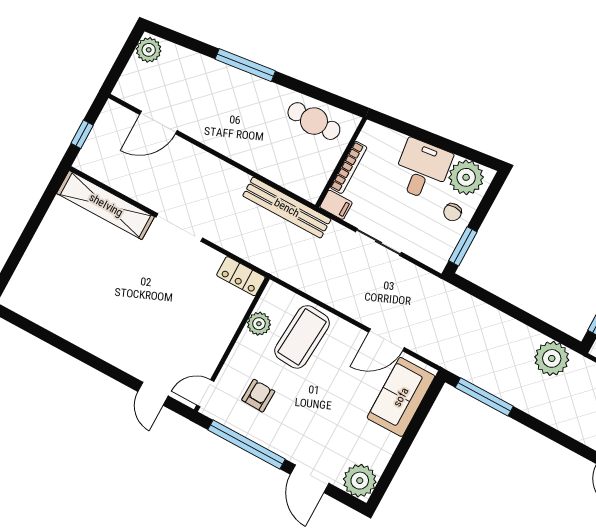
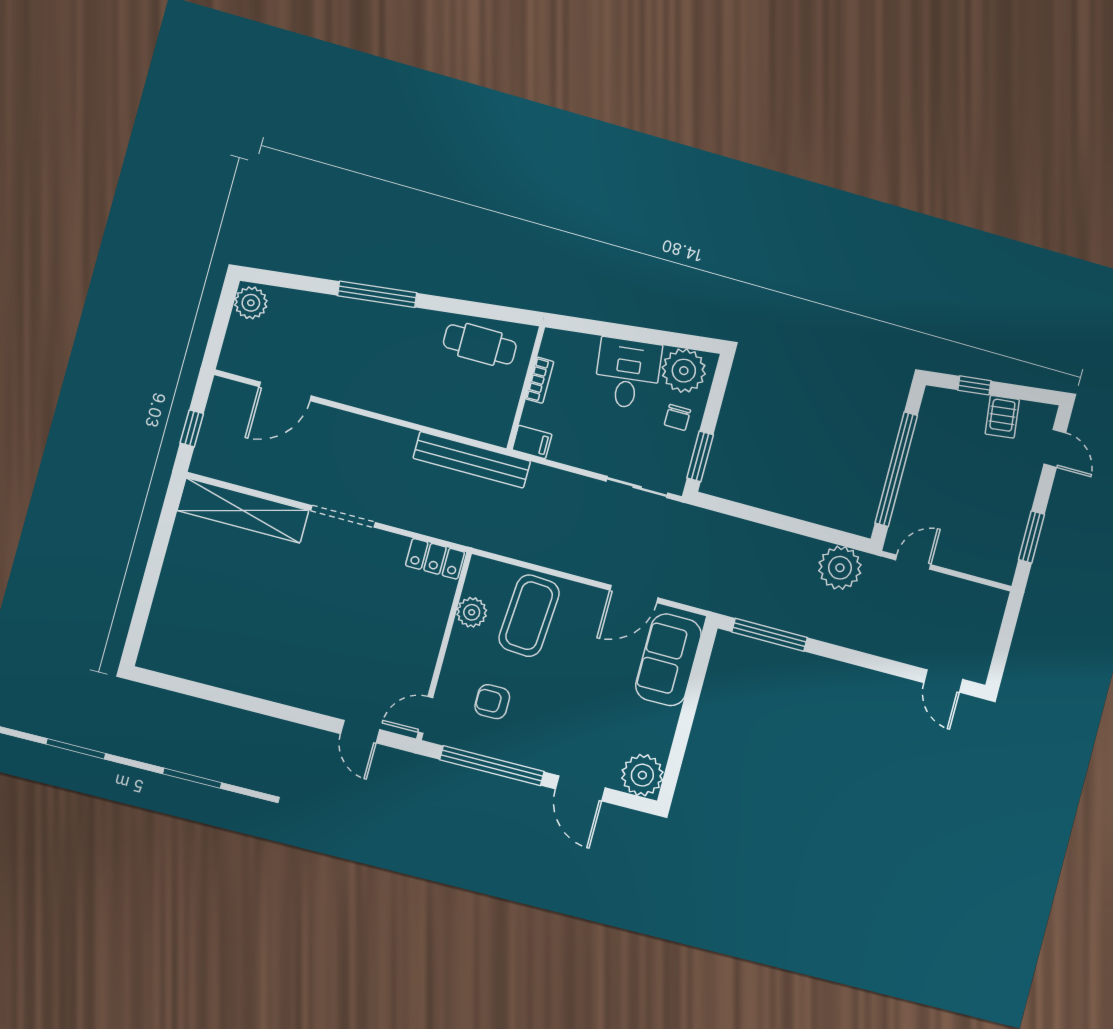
bookcase: (349, 167) -> (540, 380), width x0.64
sliding door: (378, 242) -> (637, 487), moved
armchair: (258, 396) -> (492, 702), turned -92

